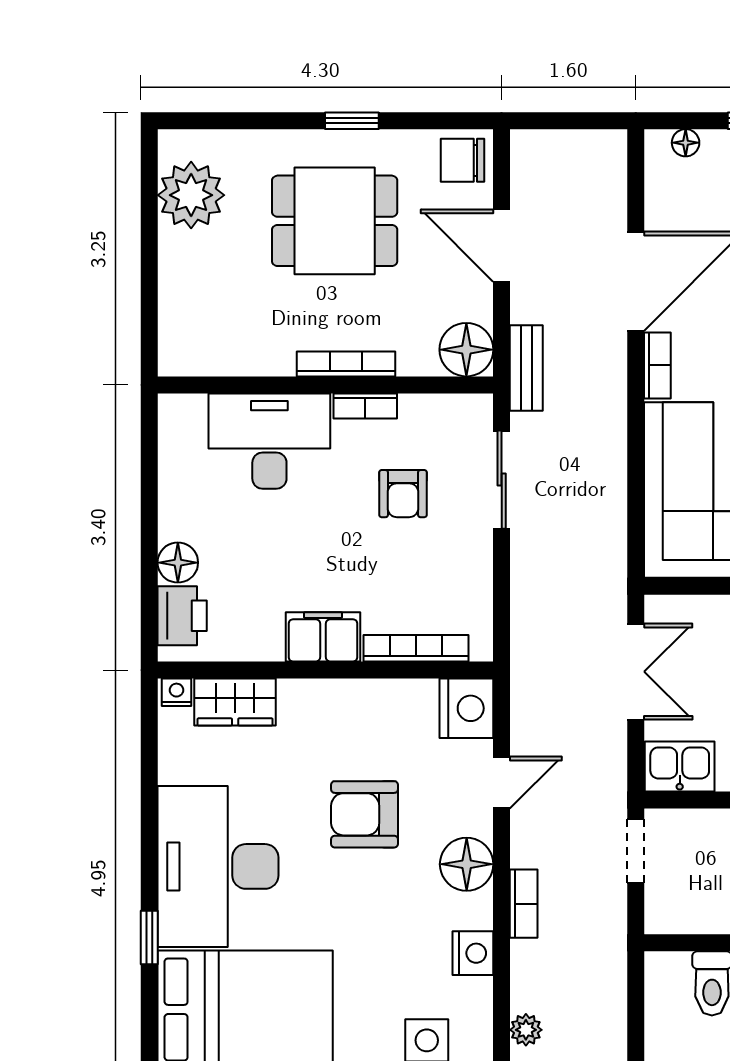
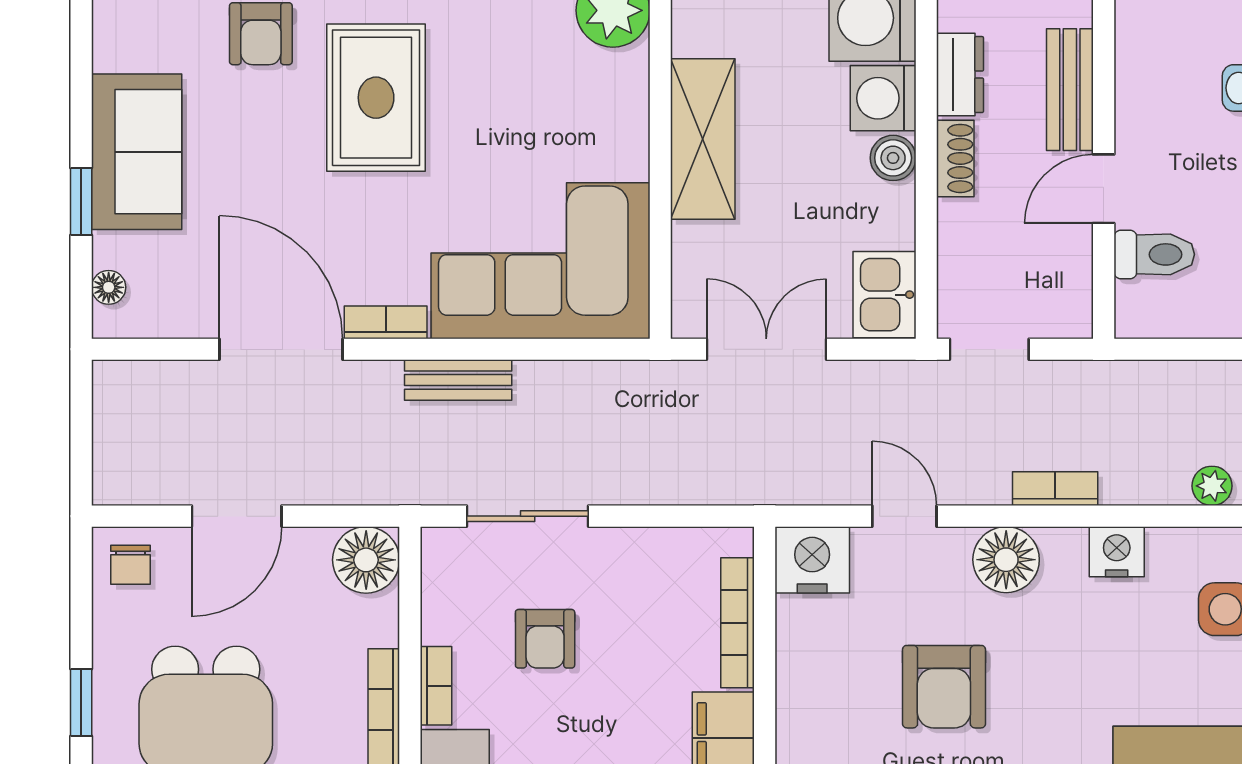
chair: (462, 160) -> (131, 565), width x0.73, depth x0.73
bench: (526, 368) -> (458, 380), moved
armchair: (403, 494) -> (545, 639), turned 90

